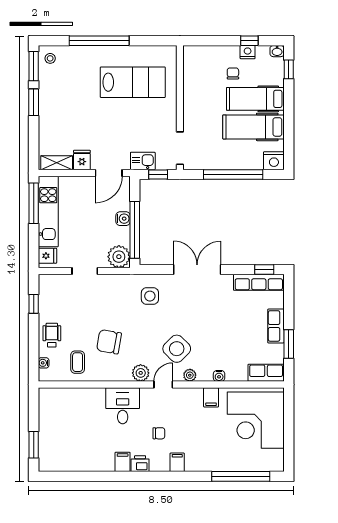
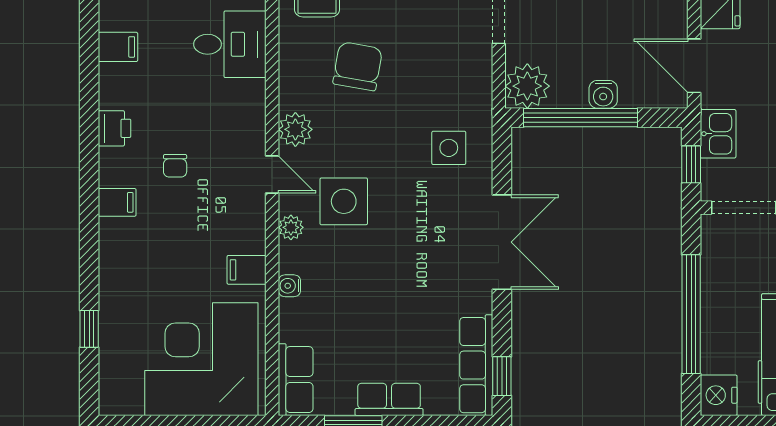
side table: (177, 349) -> (344, 201), turned 45
desk: (123, 406) -> (230, 44), moved
filing cabinet: (123, 462) -> (118, 47), moved
window: (241, 476) -> (89, 329), width x0.32

